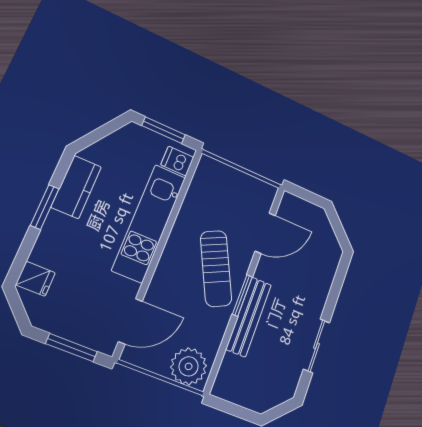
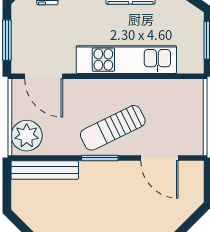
dishwasher: (177, 161) -> (187, 62), removed
bench: (249, 317) -> (45, 170), moved

